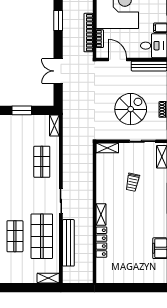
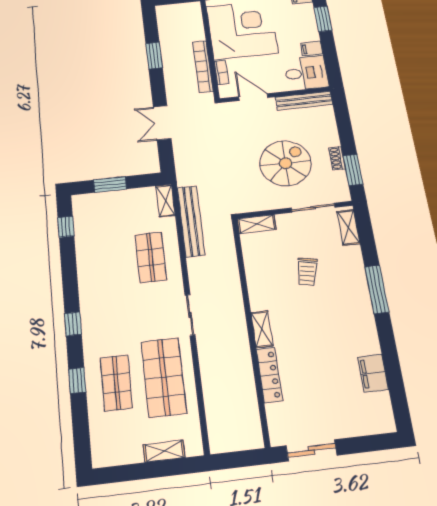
bench: (68, 243) -> (191, 221), moved
shelving: (48, 278) -> (164, 451), moved
sliding door: (118, 288) -> (312, 450), added

